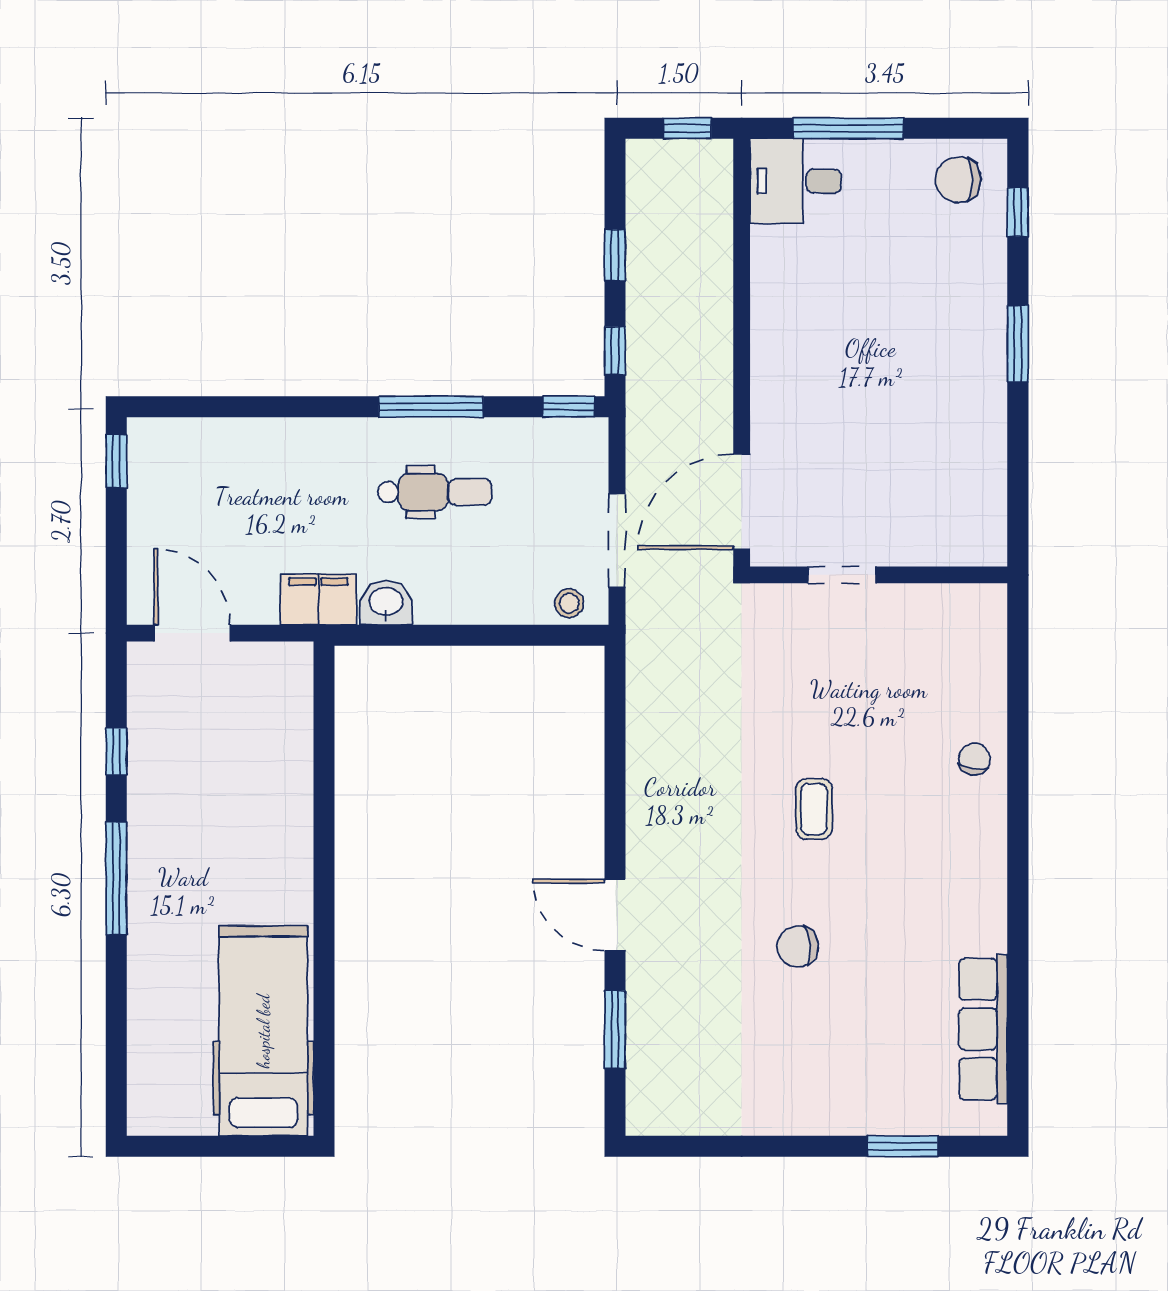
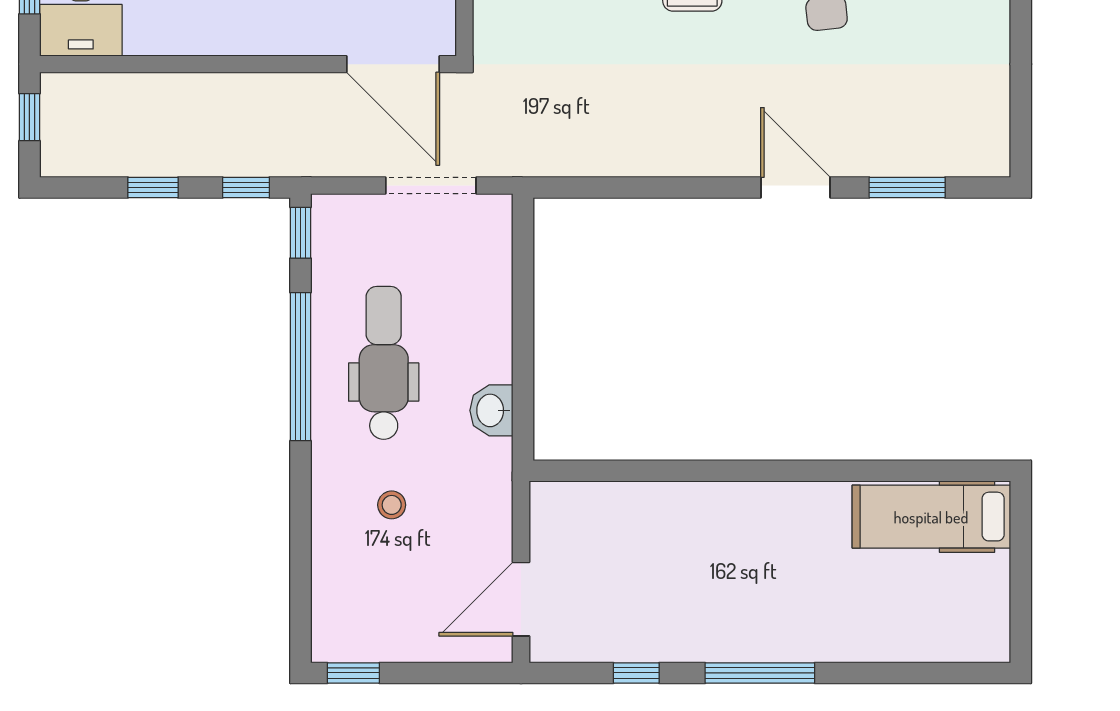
window: (431, 407) -> (301, 367), width x1.46
dental chair: (435, 492) -> (384, 363), width x1.36, depth x1.38
filing cabinet: (318, 599) -> (488, 476), removed
stool: (569, 603) -> (392, 505), moved
door: (615, 915) -> (795, 187), swing flipped
hospital bed: (263, 1031) -> (931, 517), width x0.73, depth x0.78

